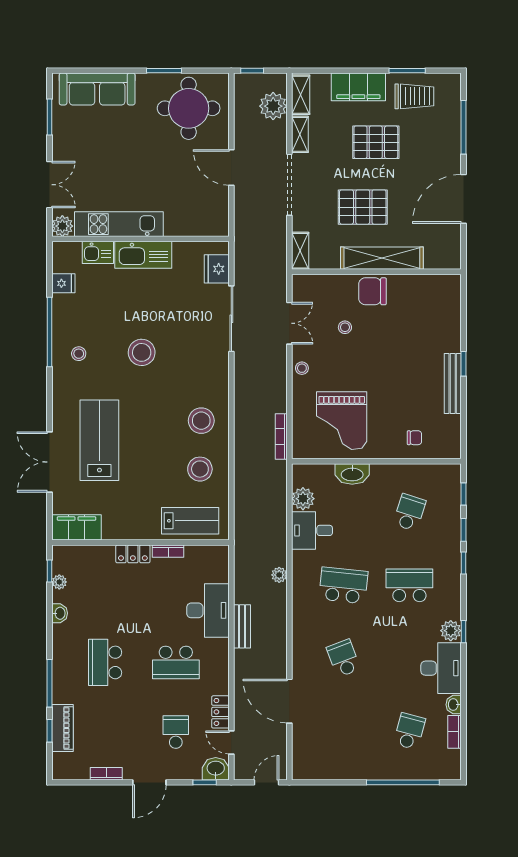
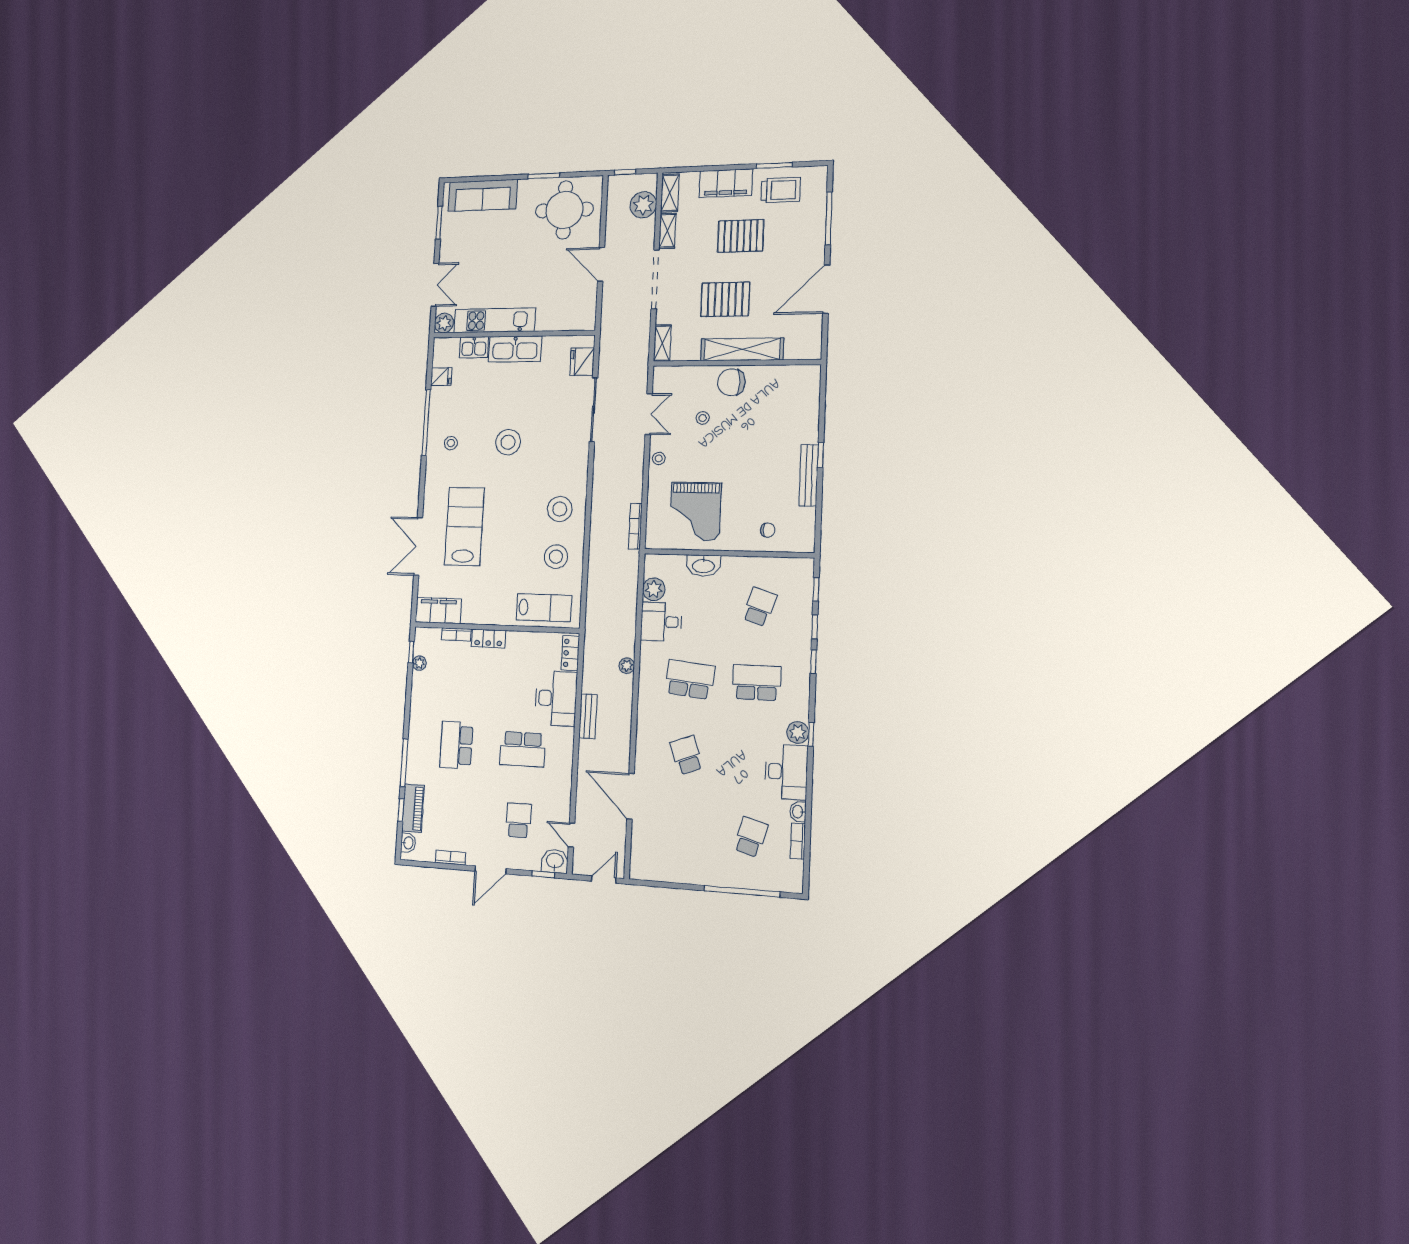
bookcase: (168, 551) -> (456, 634), moved
washbasin: (60, 613) -> (408, 843), moved
locker: (220, 712) -> (570, 653), moved

